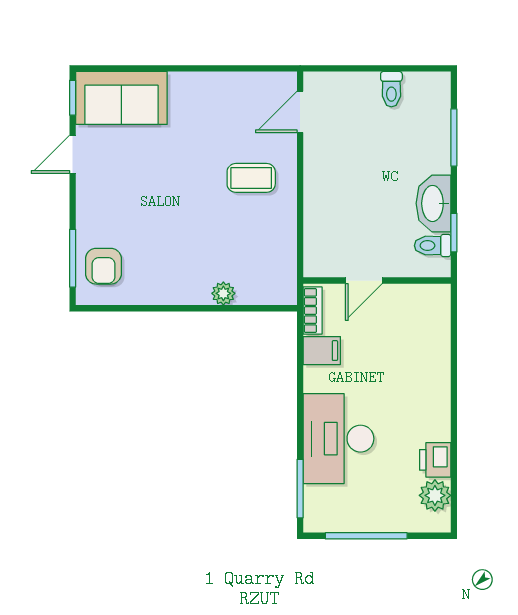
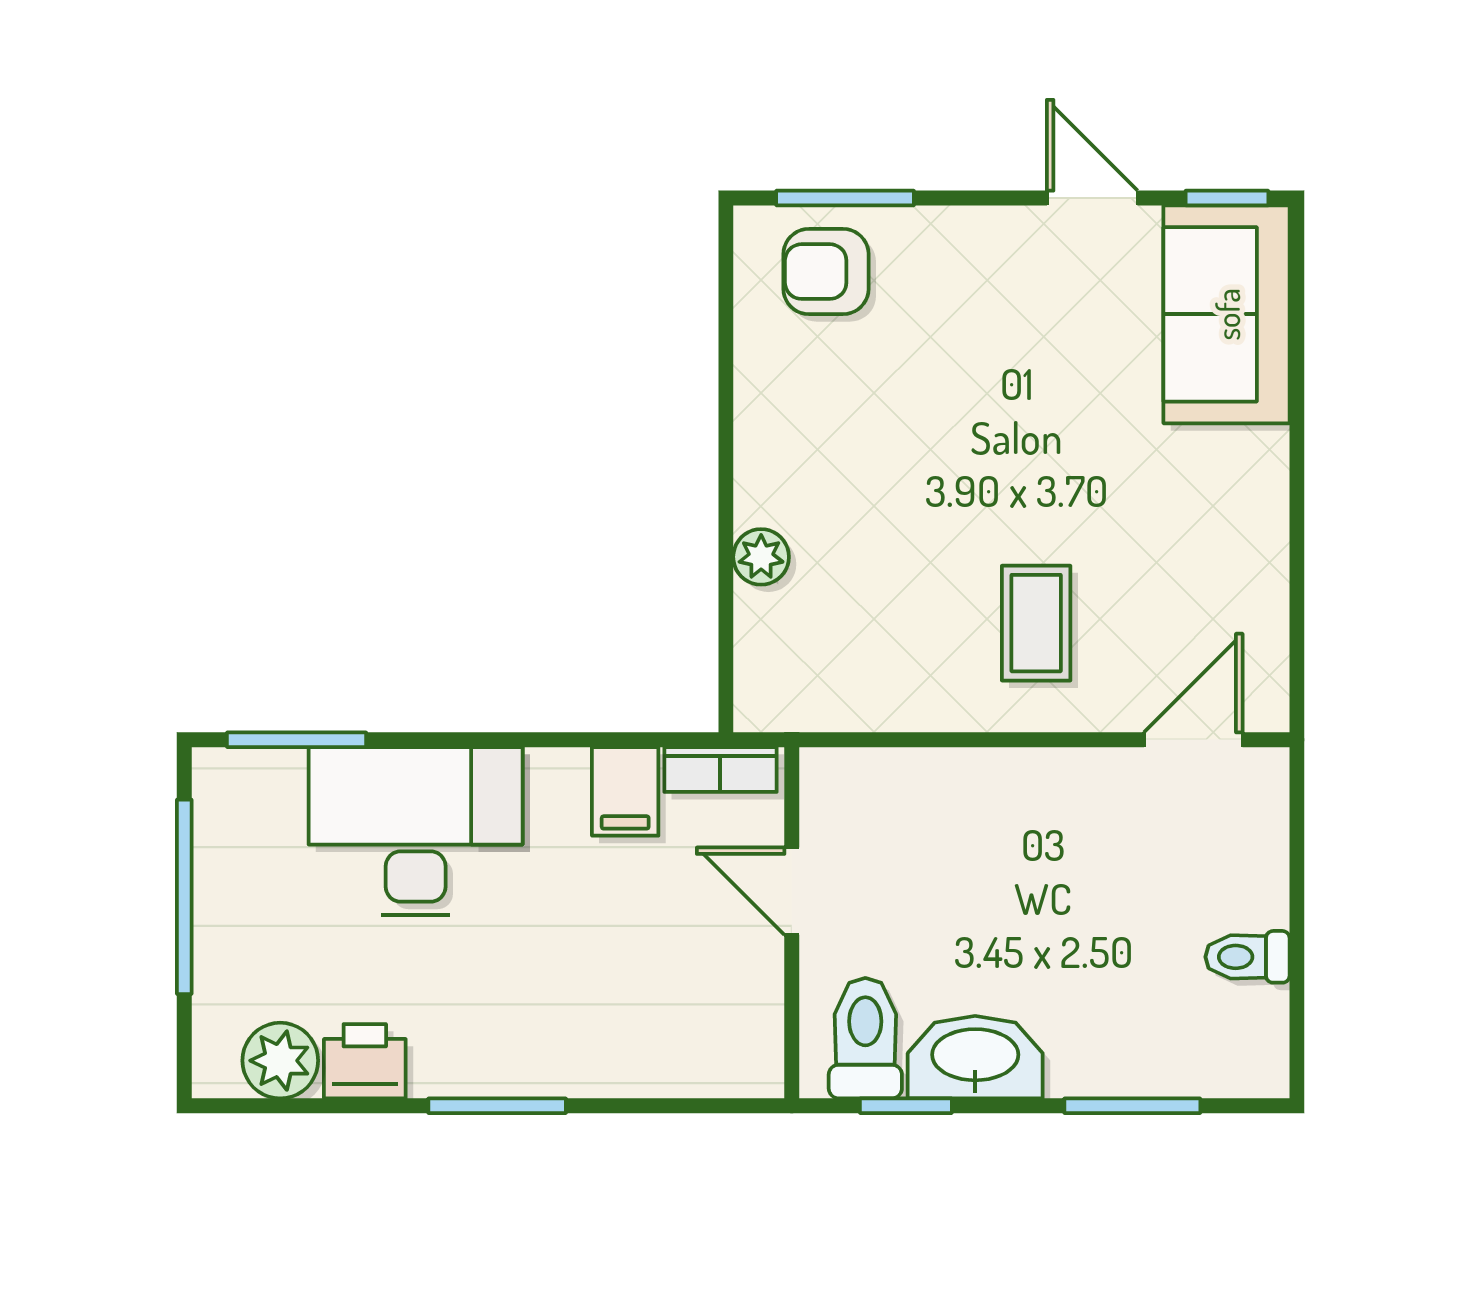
door: (300, 112) -> (1193, 740), hinge flipped
toilet: (433, 246) -> (865, 1038), width x1.37, depth x1.39
window: (454, 404) -> (497, 1106), added

